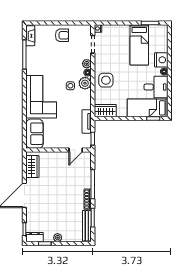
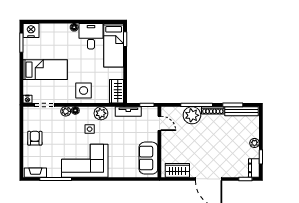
bed: (139, 45) -> (45, 70), moved
nightstand: (161, 60) -> (31, 30), moved
plant: (85, 83) -> (101, 113), moved
corner sofa: (41, 97) -> (85, 161), moved
sofa: (35, 134) -> (148, 158), moved, turned -90
plant: (83, 180) -> (192, 115), added

